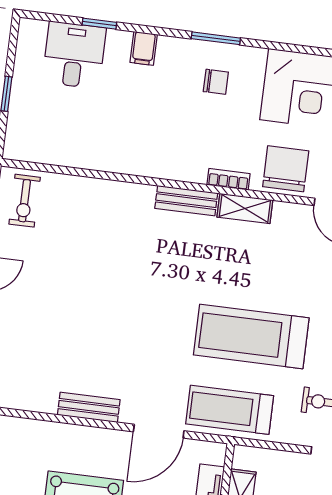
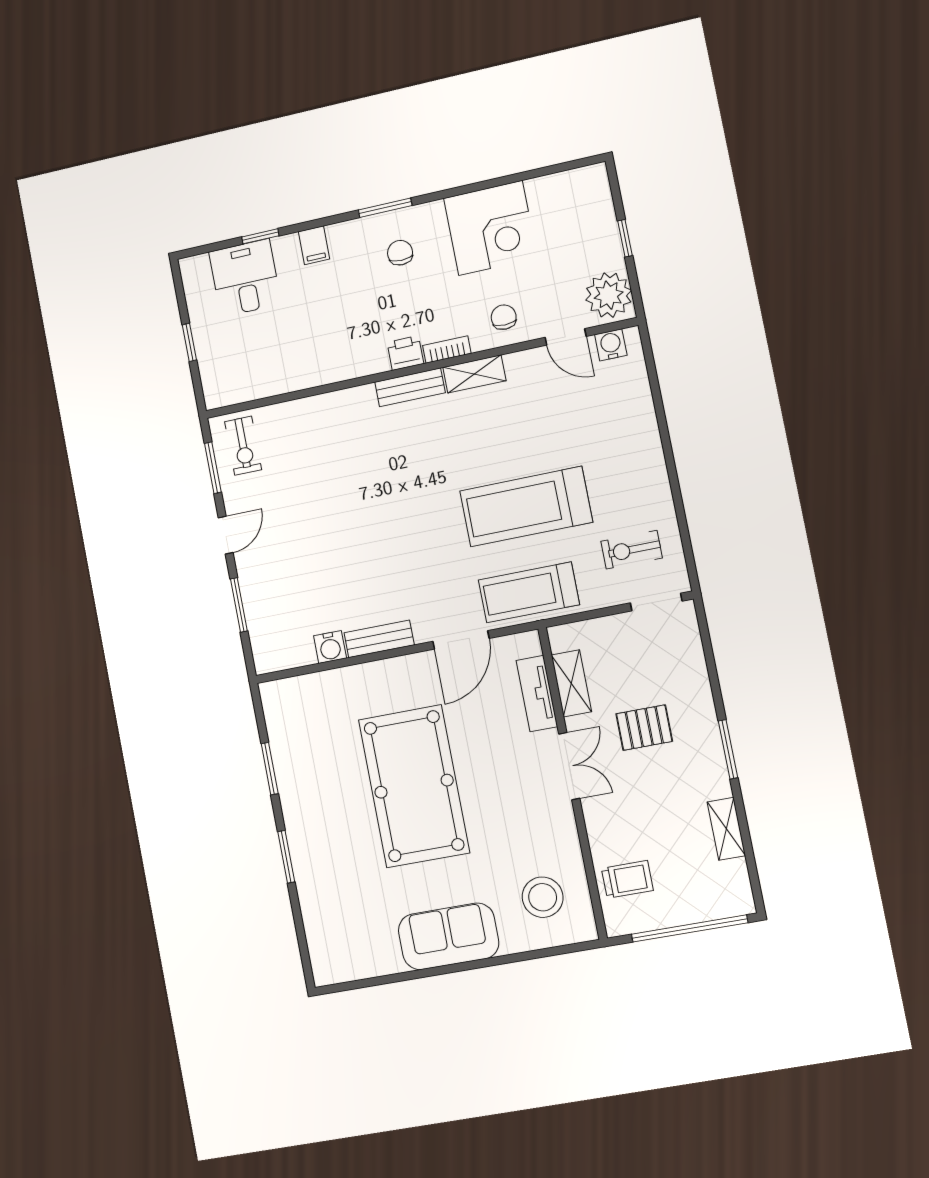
chair: (216, 82) -> (400, 253), turned -90
chair: (286, 169) -> (504, 317), width x0.54, depth x0.54
printer: (192, 170) -> (405, 353), added
water cooler: (44, 400) -> (330, 647), added

